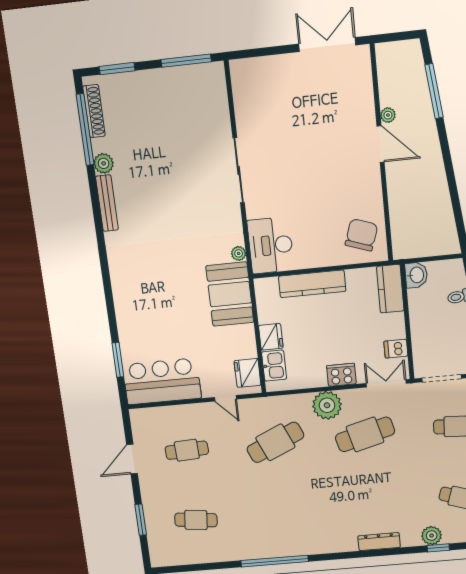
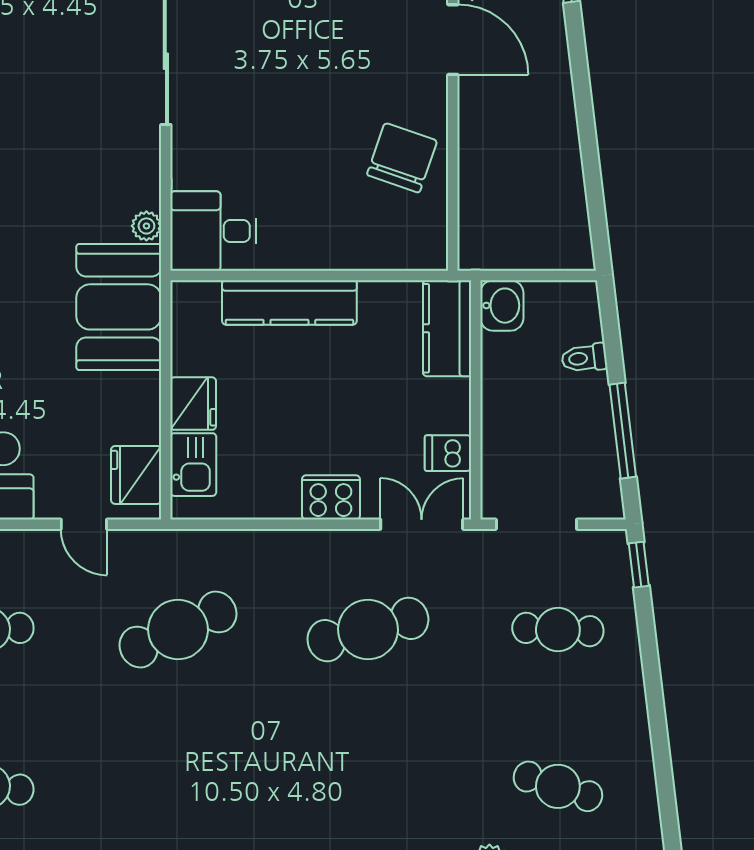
chair: (361, 235) -> (402, 158), moved
desk: (271, 245) -> (213, 231), width x0.73
plant: (327, 405) -> (295, 559), removed

